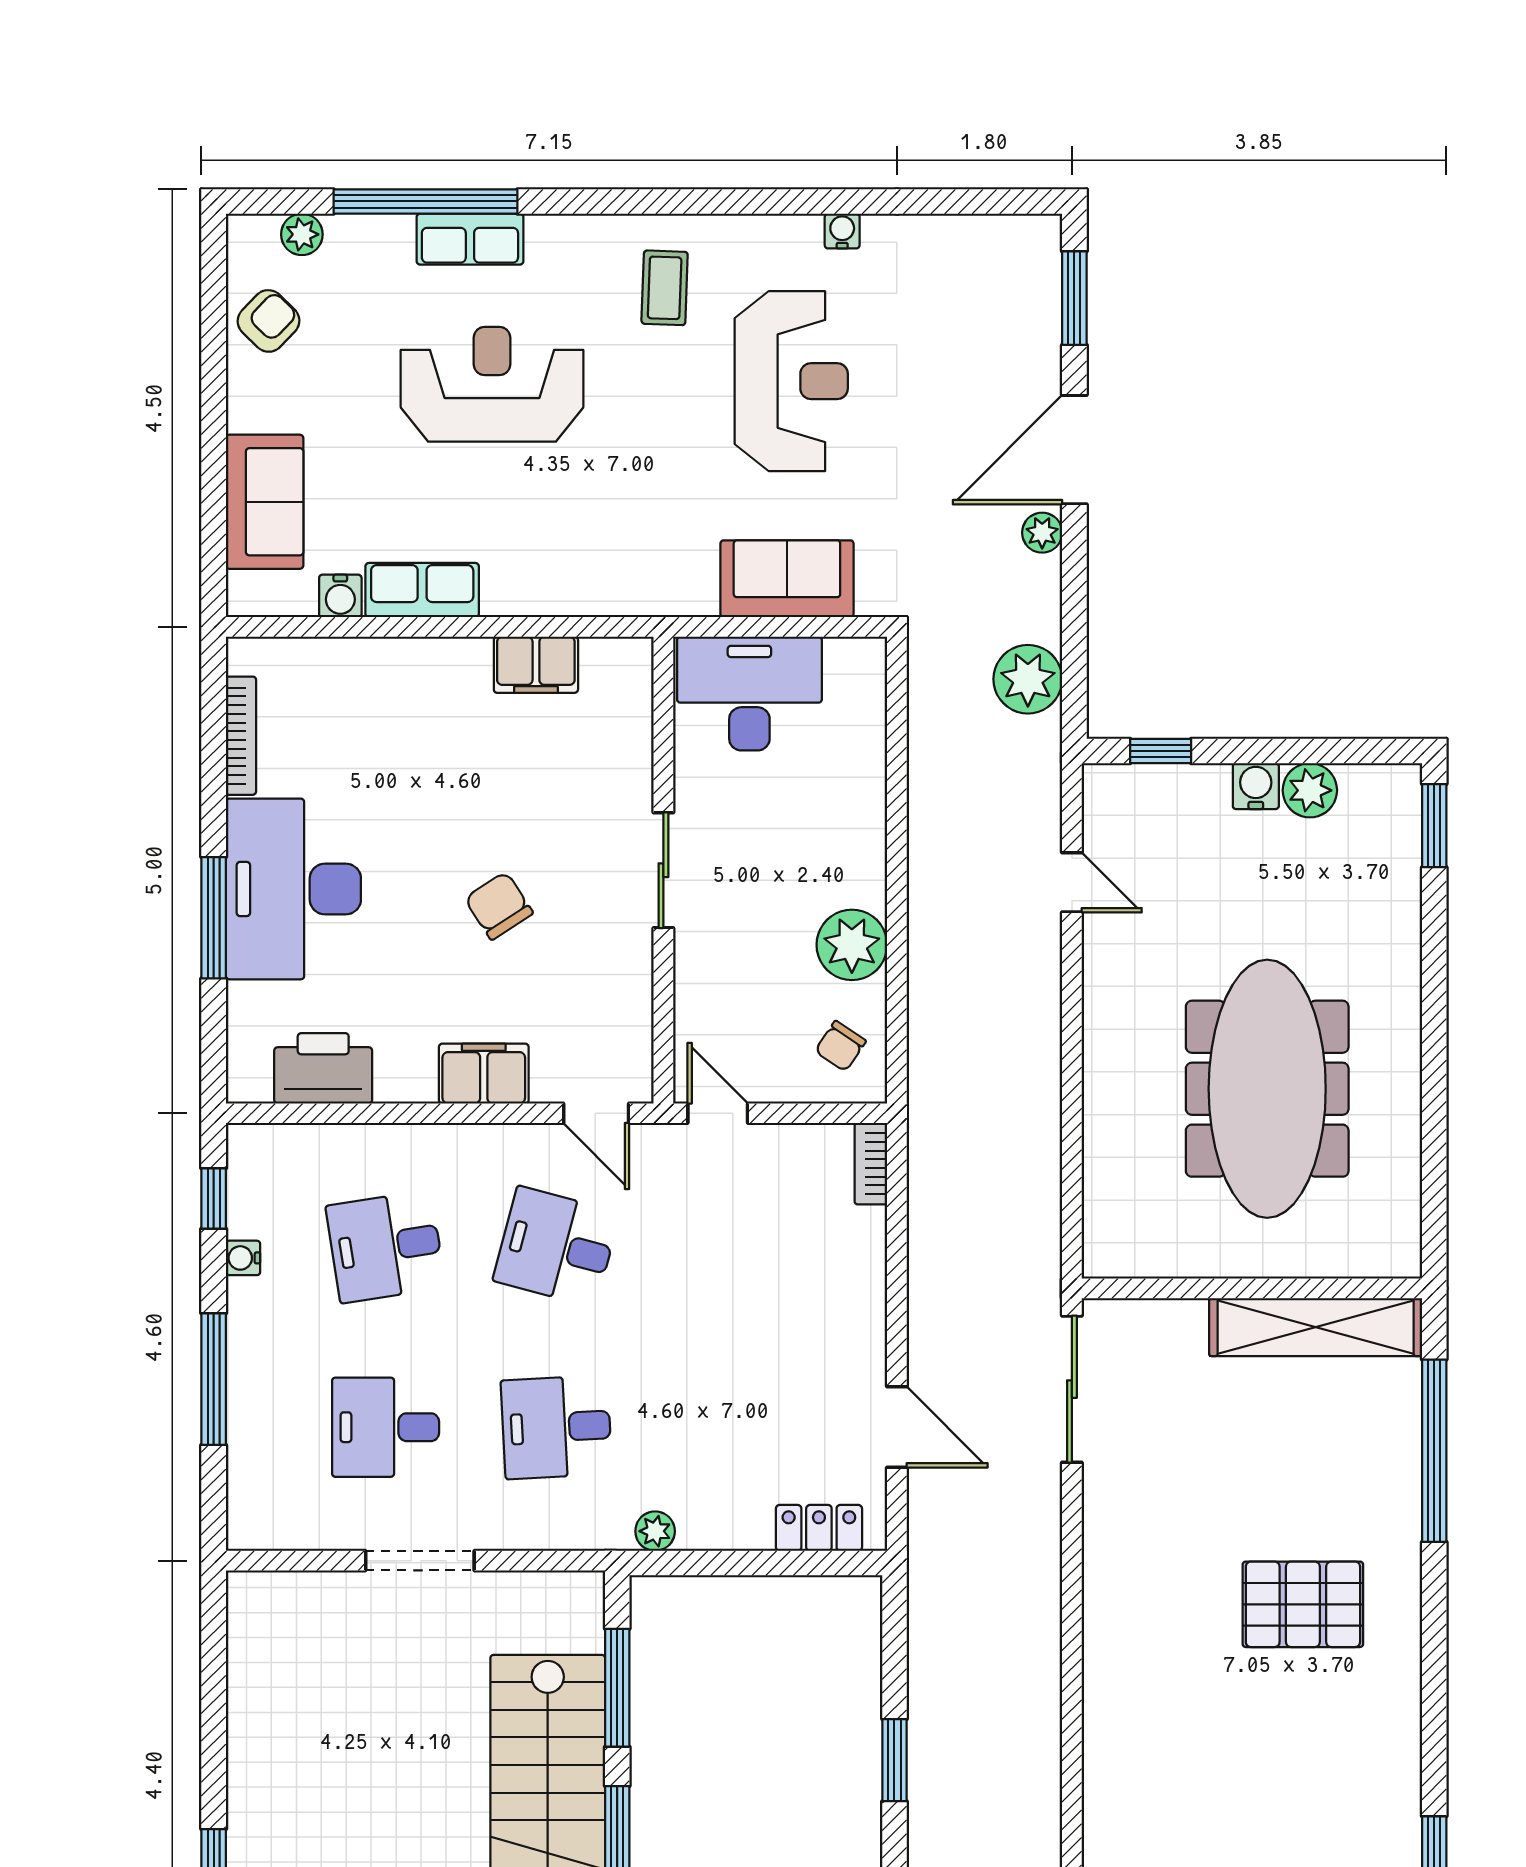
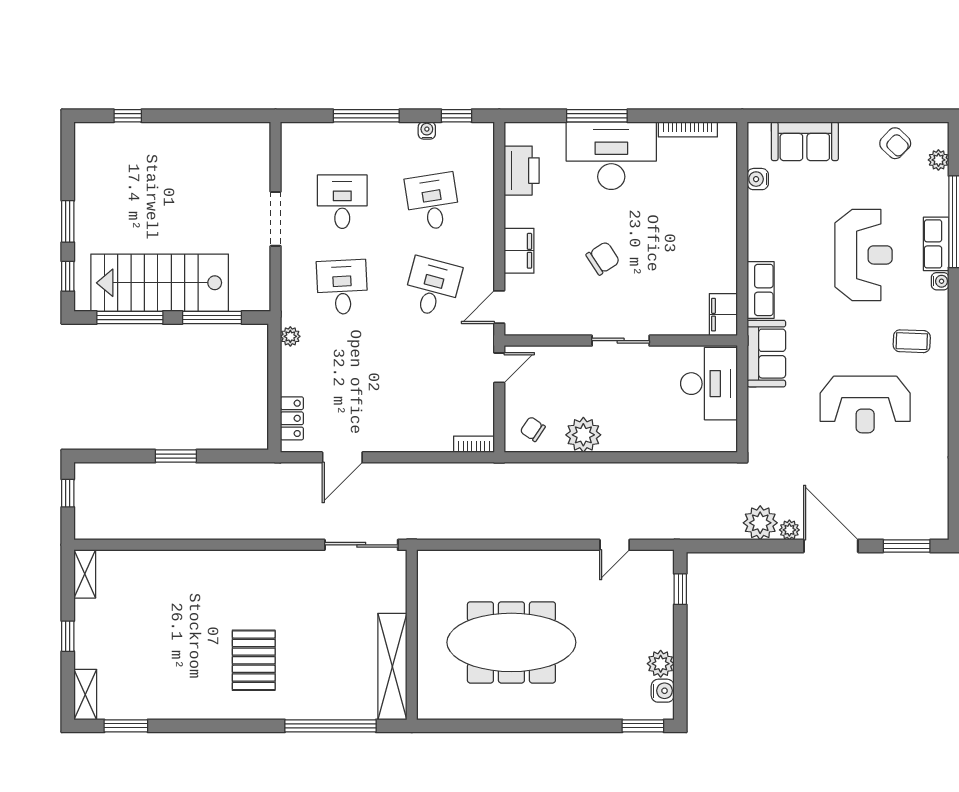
water cooler: (842, 231) -> (940, 281), moved
sofa: (787, 579) -> (766, 354), moved
row of seats: (422, 590) -> (761, 290), moved
filing cabinet: (536, 665) -> (723, 315), moved
plant: (1028, 679) -> (760, 523), moved
water cooler: (1256, 786) -> (663, 691), moved

